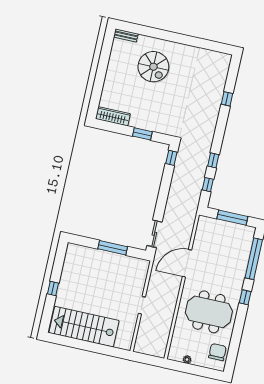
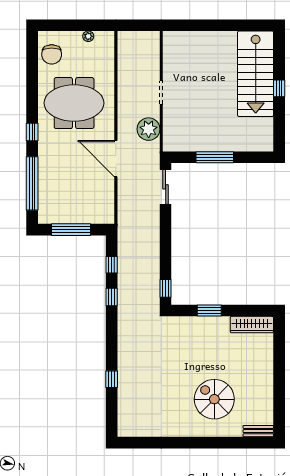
door: (187, 263) -> (116, 159), swing flipped
plant: (157, 280) -> (149, 129), added
stairs: (84, 327) -> (256, 74), moved, turned 90

